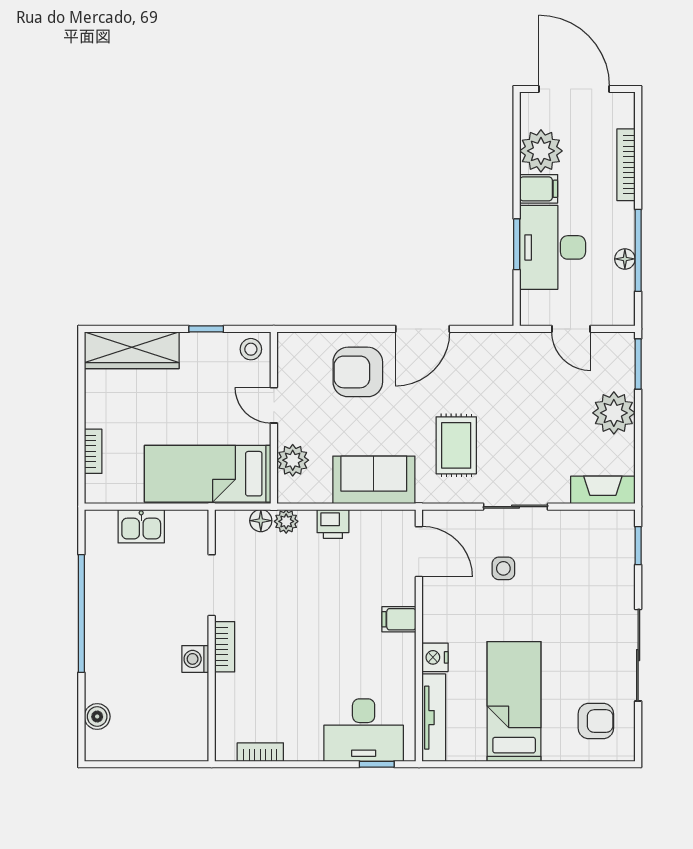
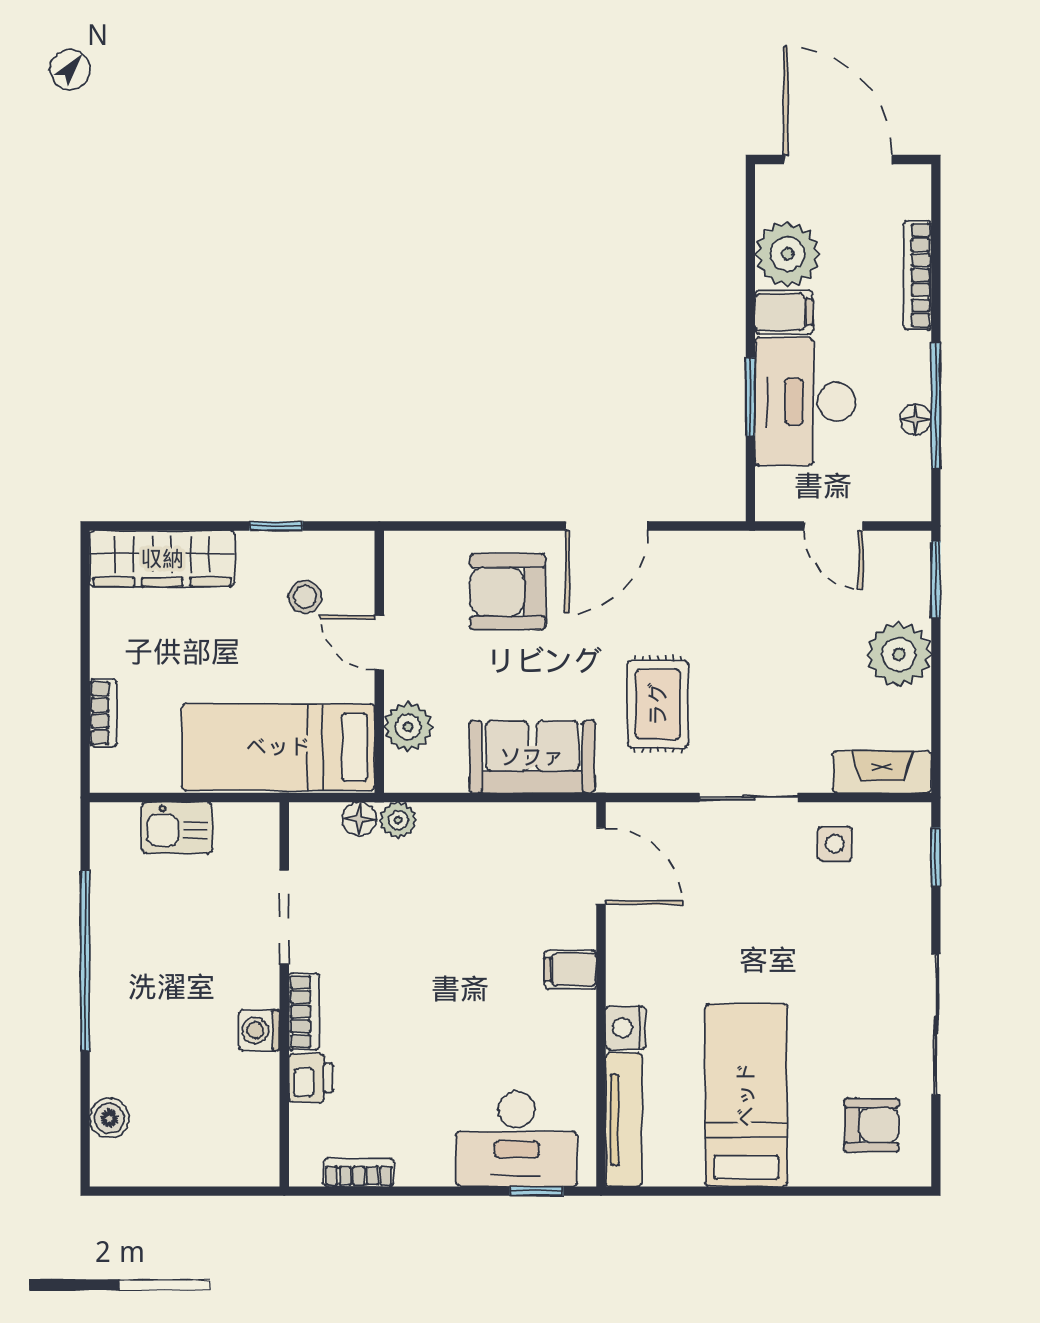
stool: (251, 349) -> (305, 597), moved
printer: (333, 524) -> (311, 1078), moved, turned -90
side table: (503, 568) -> (835, 844), moved

